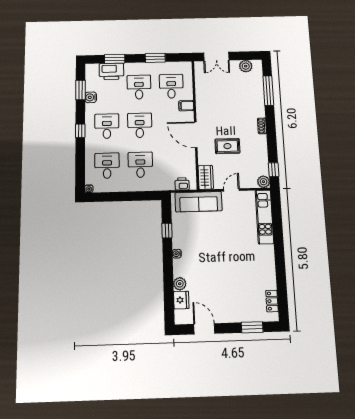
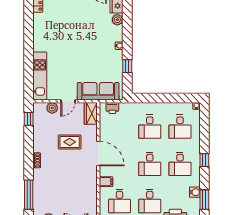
plant: (264, 182) -> (52, 108), moved

